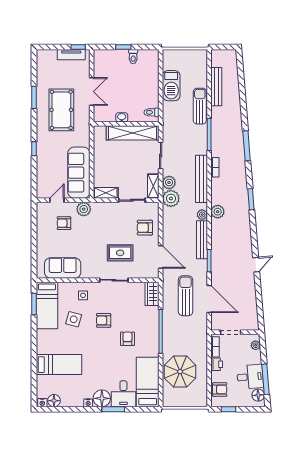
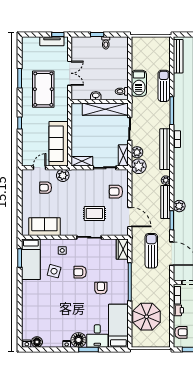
barbecue: (171, 86) -> (139, 83), moved
bench: (216, 87) -> (178, 56), moved
plant: (218, 212) -> (179, 206), moved
bed: (59, 365) -> (41, 311), removed

